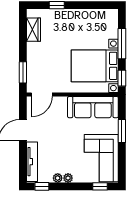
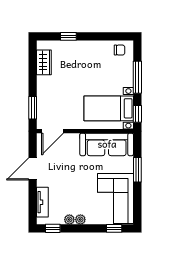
chair: (105, 18) -> (120, 50), added
bed with nightstands: (95, 66) -> (109, 108), width x0.73
tv unit: (32, 162) -> (42, 202), width x0.71

